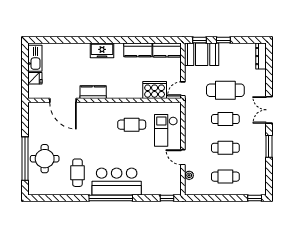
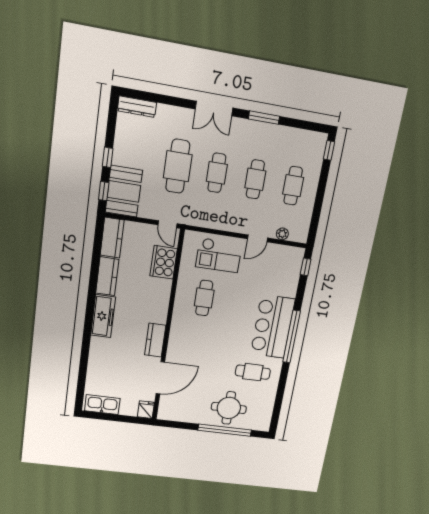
freezer: (102, 50) -> (103, 316), width x1.40
fridge: (35, 78) -> (146, 410), moved

